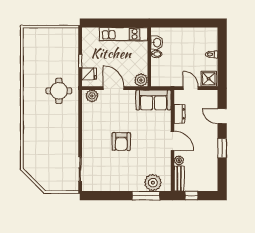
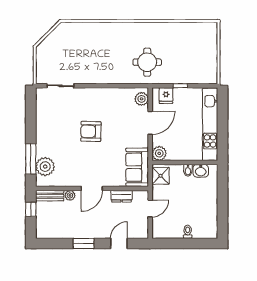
kitchen unit: (124, 34) -> (210, 124), width x1.36
shower: (209, 79) -> (161, 176), moved

